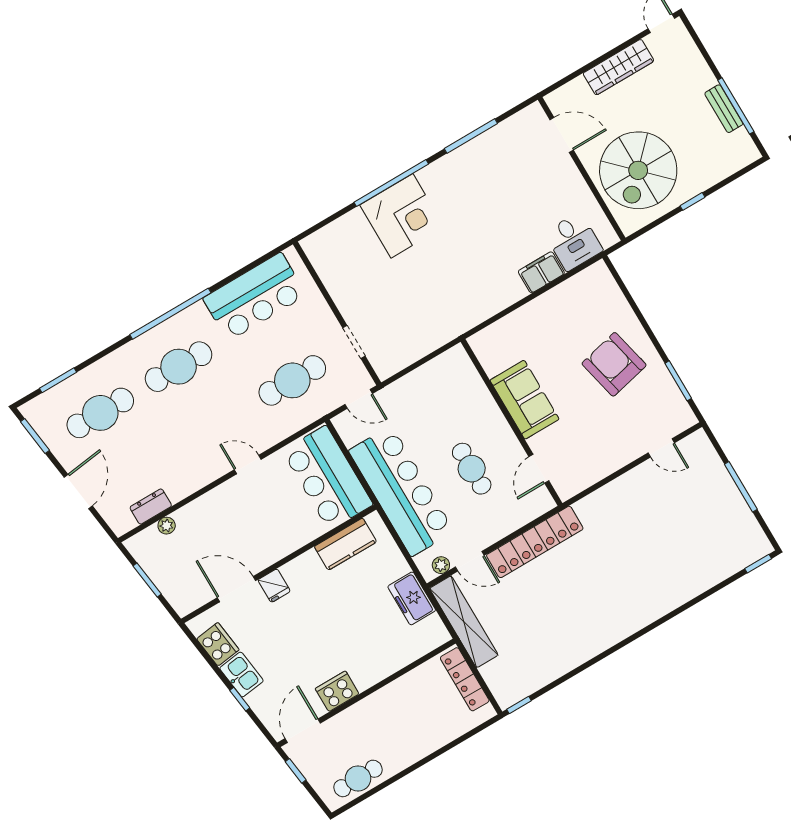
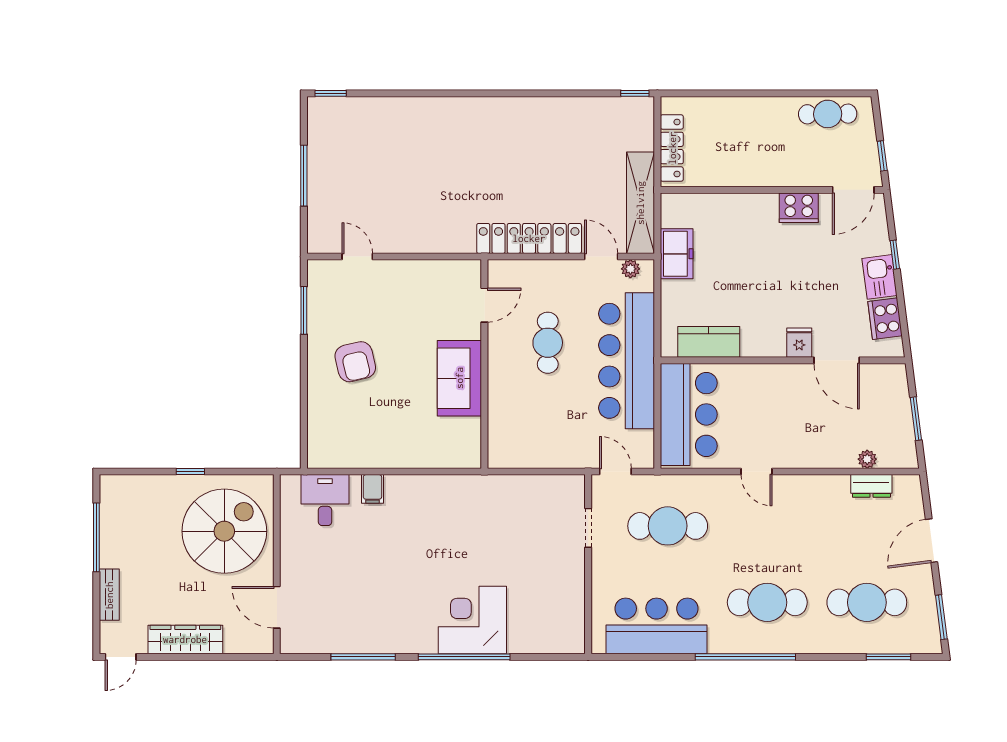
bench: (724, 109) -> (109, 595), moved
filing cabinet: (541, 272) -> (372, 489), width x0.50
armchair: (614, 364) -> (355, 362), width x0.73, depth x0.73

